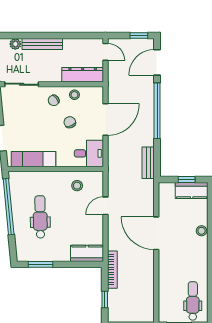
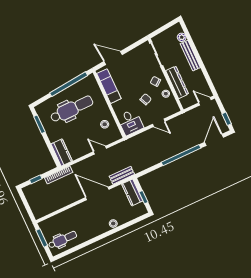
door: (106, 52) -> (205, 101), swing flipped
door: (157, 62) -> (214, 140), hinge flipped
dresser: (83, 75) -> (177, 82), moved
door: (106, 120) -> (159, 123), width x0.53
bench: (148, 163) -> (122, 175), moved
kitchen counter: (192, 191) -> (132, 192), moved
dental chair: (40, 217) -> (72, 109), width x1.36, depth x1.38
door: (156, 233) -> (97, 193), hinge flipped

